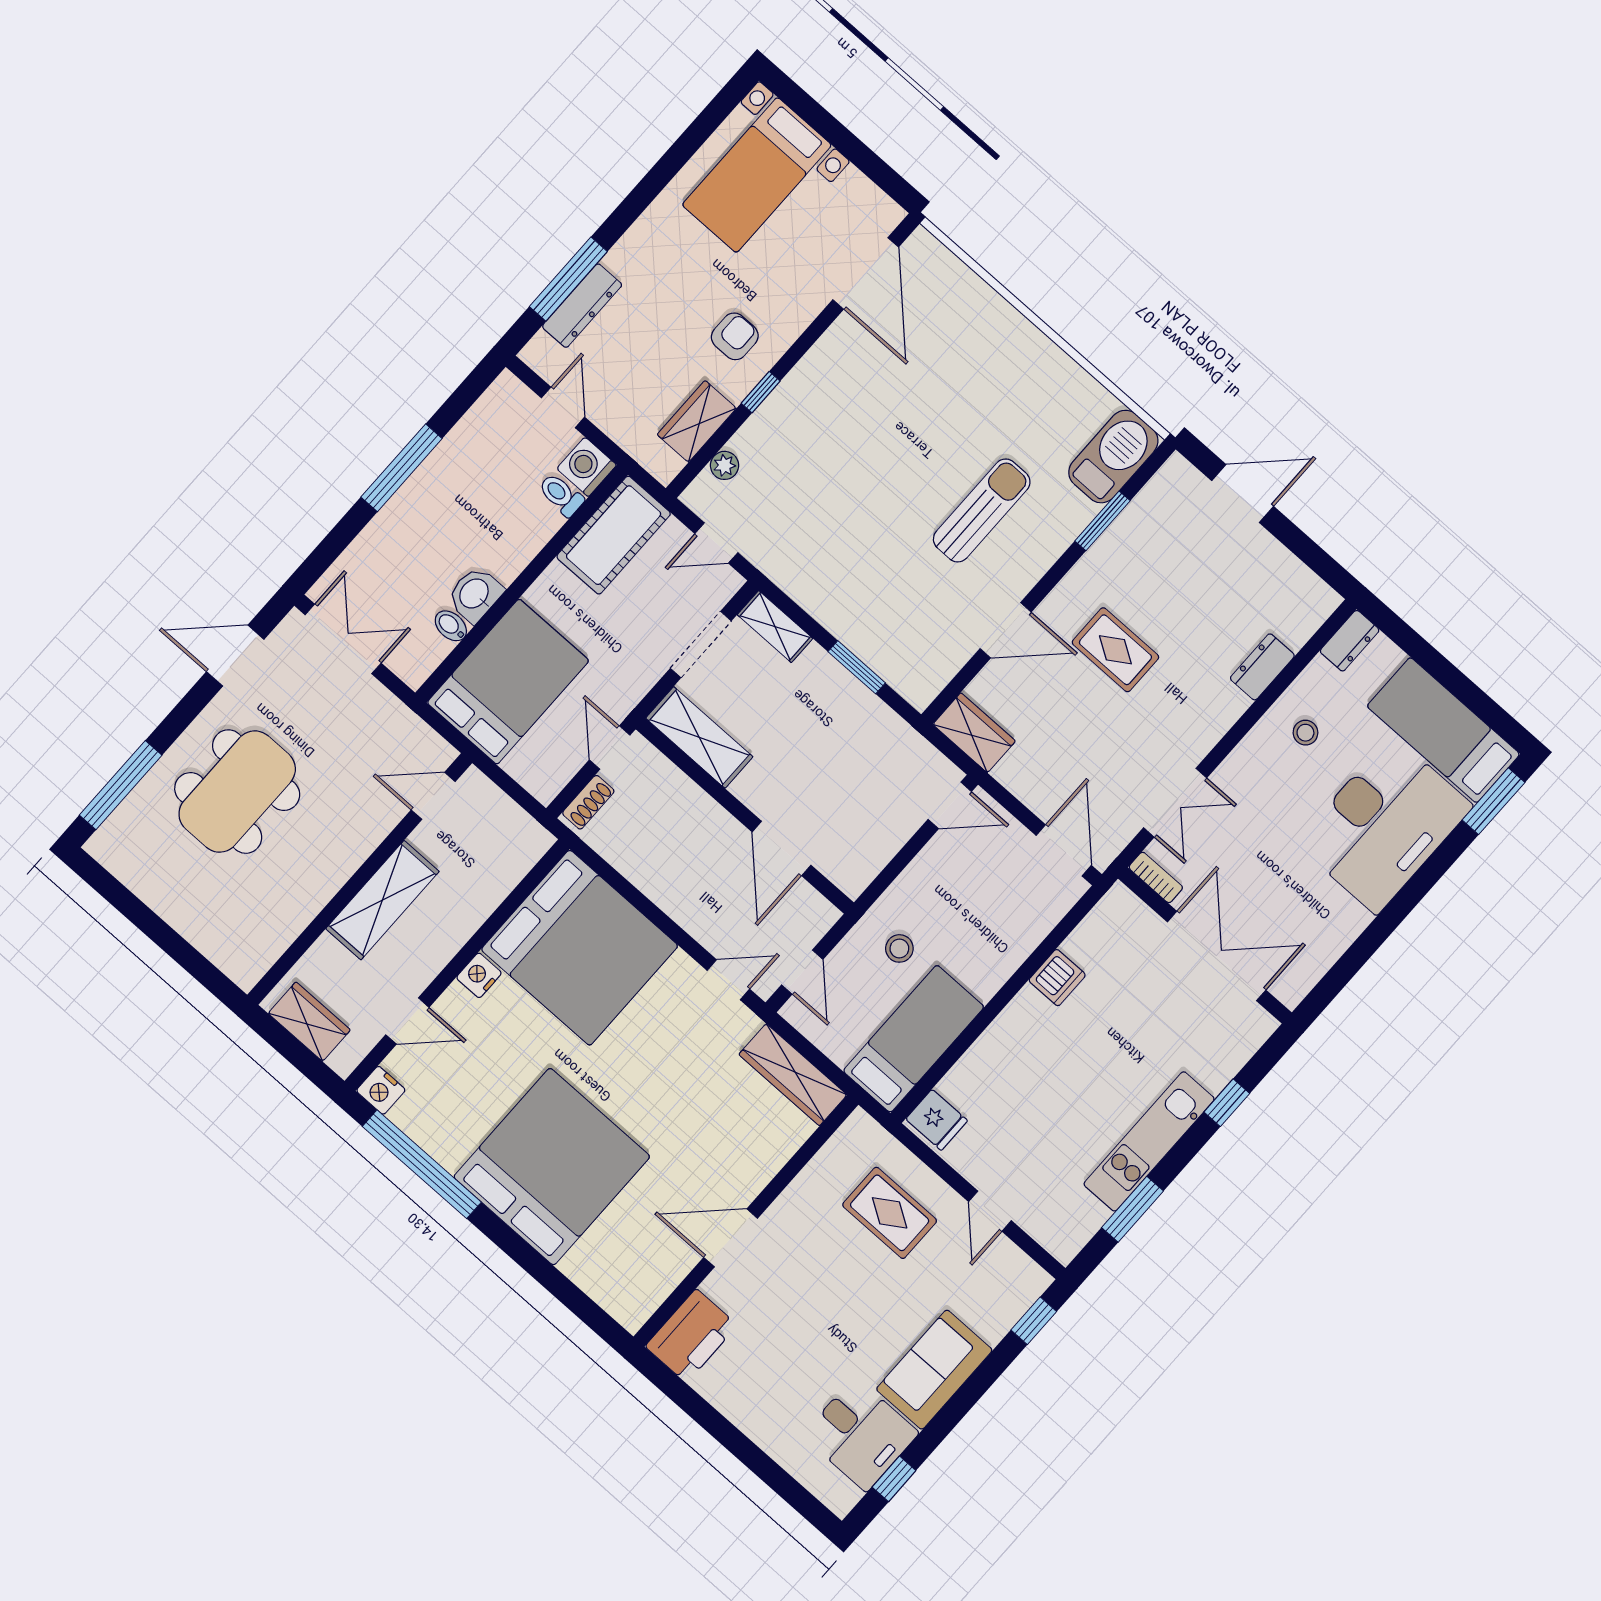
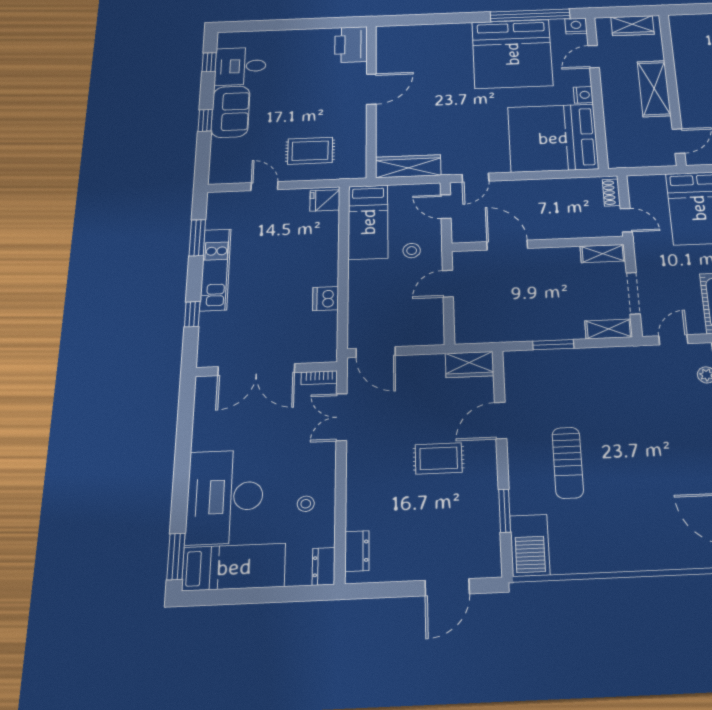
dresser: (1262, 667) -> (357, 551), moved
shelving: (699, 737) -> (603, 254), width x0.67, depth x0.75
door: (950, 805) -> (448, 284), moved
bed: (552, 1167) -> (512, 54), moved
window: (1034, 1321) -> (205, 120), moved

